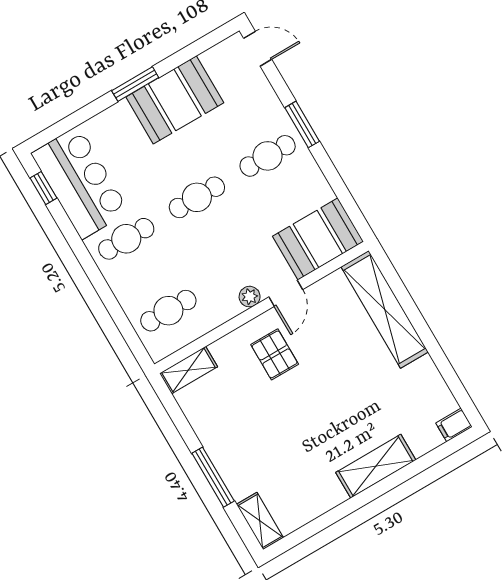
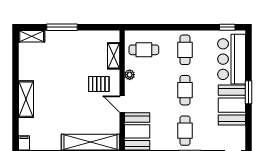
bar counter: (80, 183) -> (232, 59), moved, turned 90
plant: (250, 297) -> (130, 75), moved
cafe table: (168, 311) -> (144, 50), turned 90
shelving: (188, 370) -> (114, 56), moved

